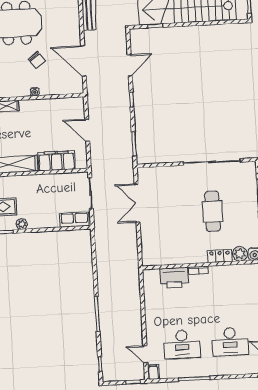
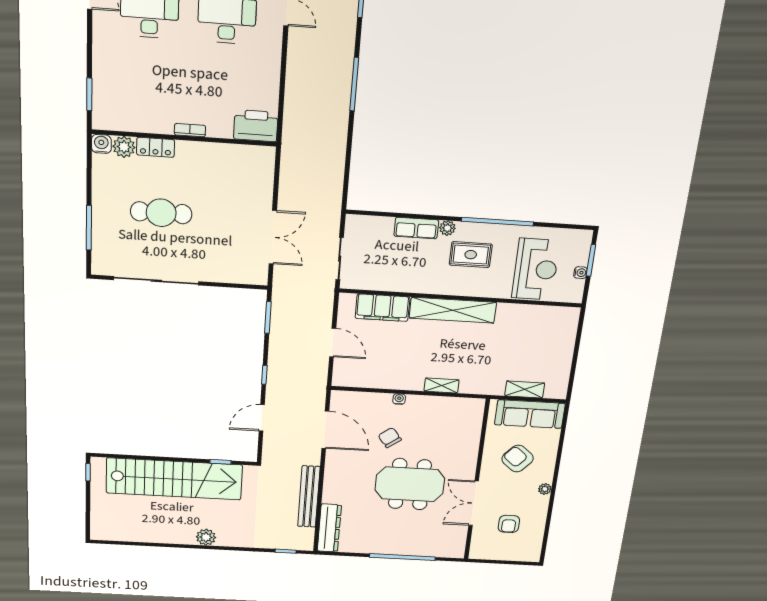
cafe table: (213, 211) -> (161, 213), turned 90
row of seats: (74, 220) -> (416, 228), moved
printer: (174, 278) -> (256, 126), moved

